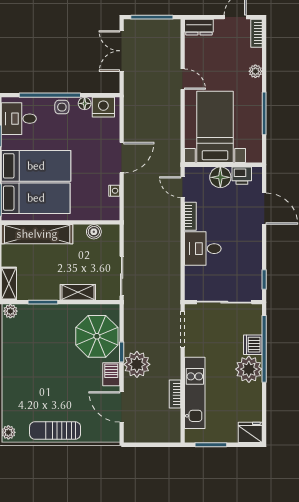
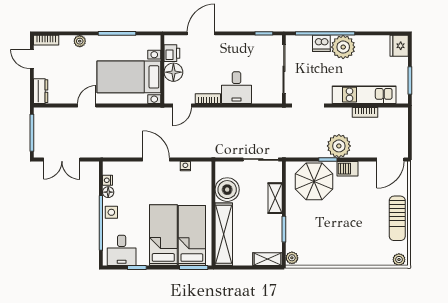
nightstand: (103, 107) -> (108, 180), width x0.53, depth x0.56
boiler: (94, 232) -> (227, 190), width x1.86, depth x1.86
door: (122, 407) -> (390, 159), moved

